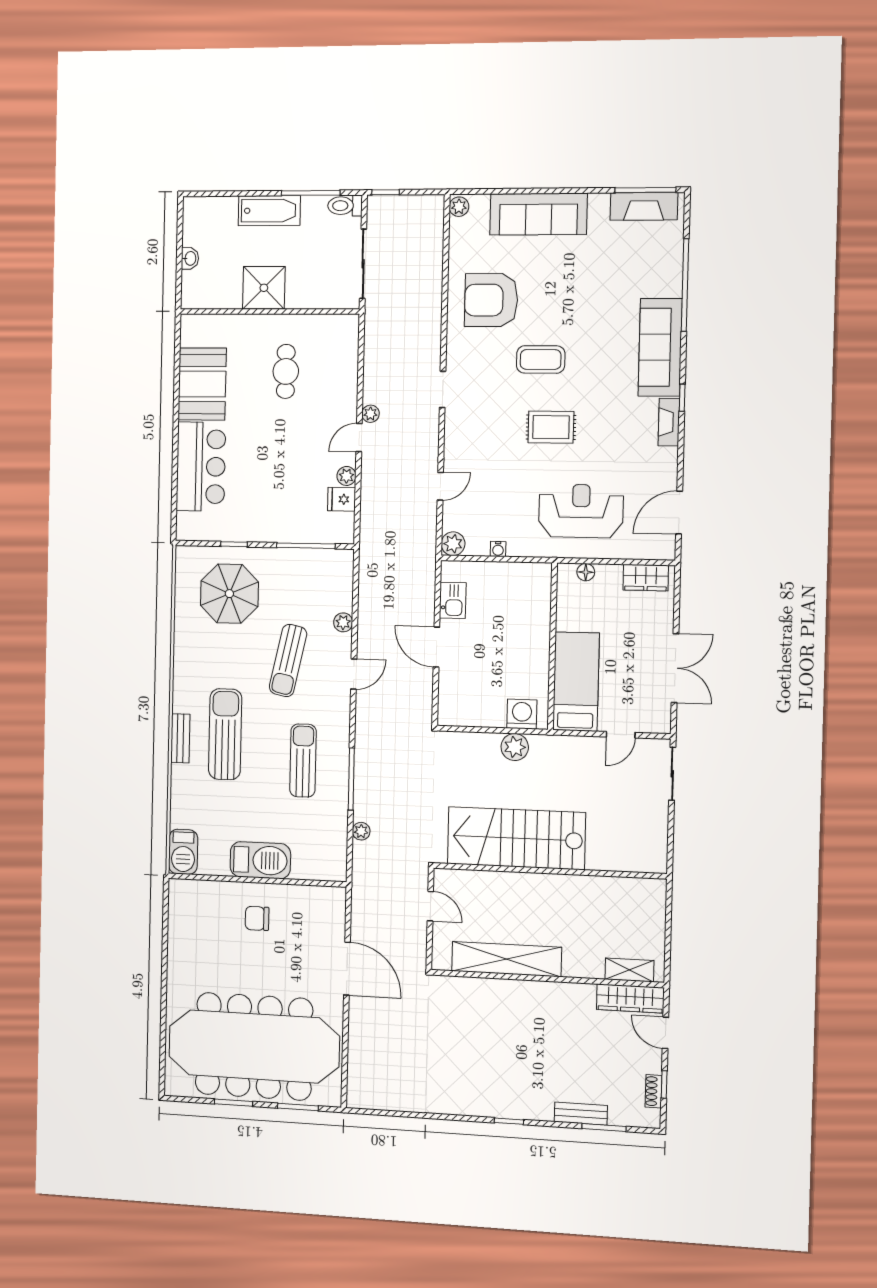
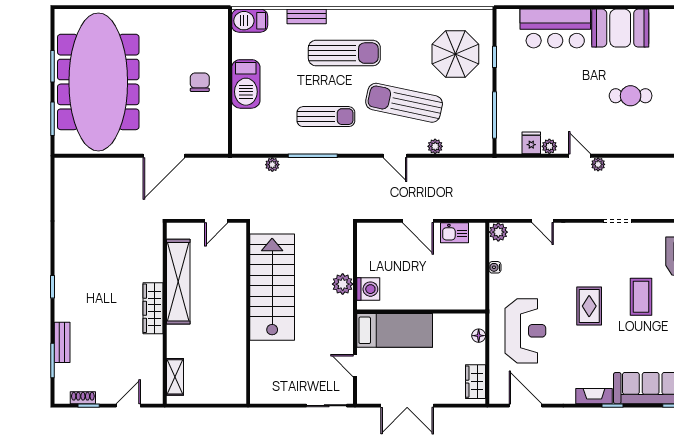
door: (436, 647) -> (418, 221), swing flipped
sun lounger: (288, 661) -> (404, 103), width x1.36, depth x1.34
bench: (180, 738) -> (307, 16), moved
wardrobe: (630, 999) -> (153, 308), moved

